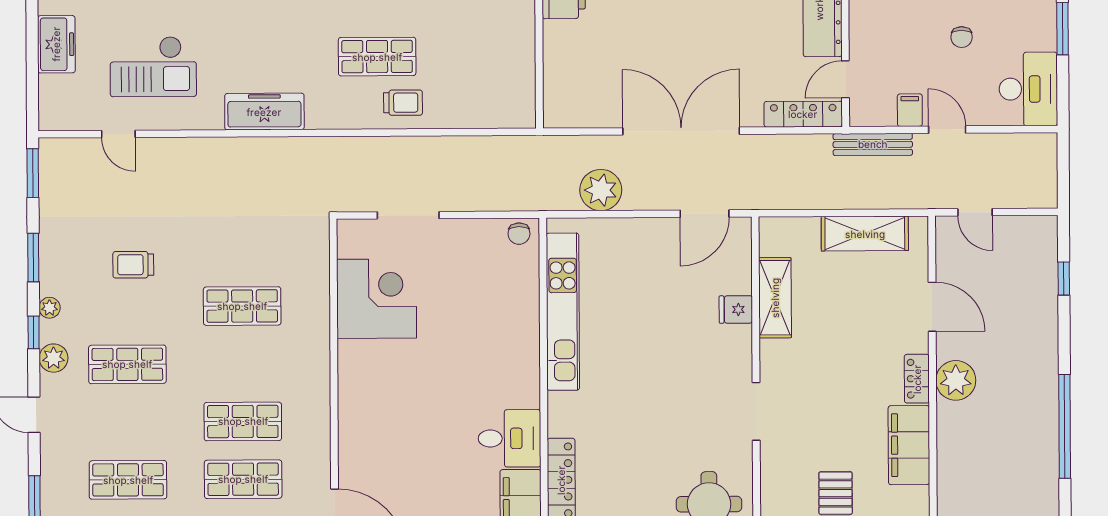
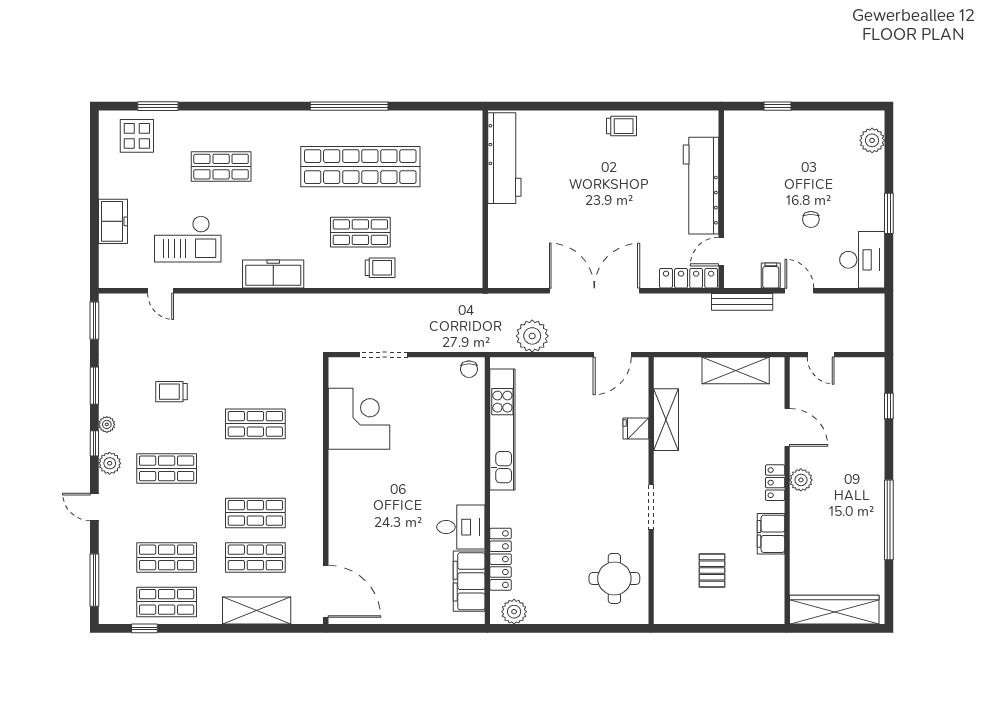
plant: (956, 380) -> (801, 480), width x0.73, depth x0.73
filing cabinet: (909, 445) -> (771, 534), width x0.67, depth x0.86

